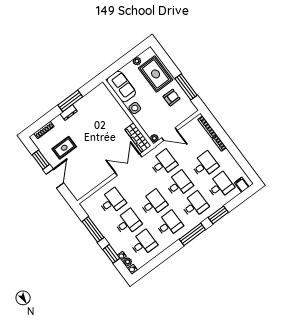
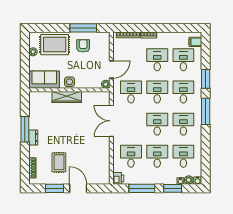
wardrobe: (138, 138) -> (67, 97), moved
printer: (87, 205) -> (118, 178), added

